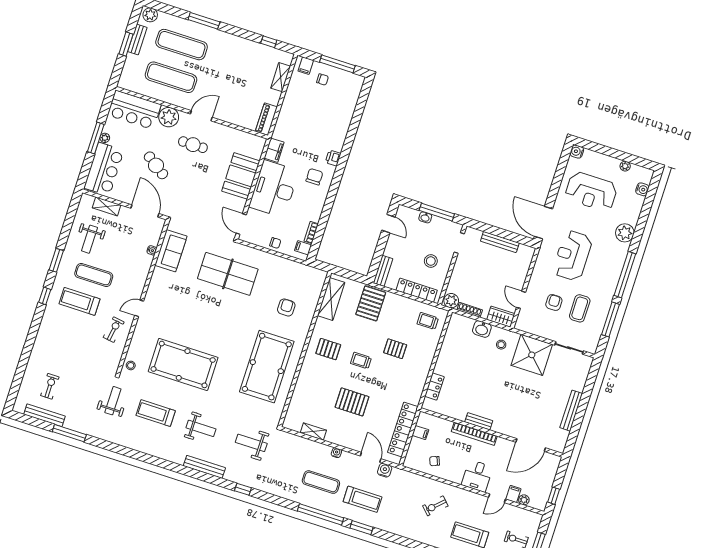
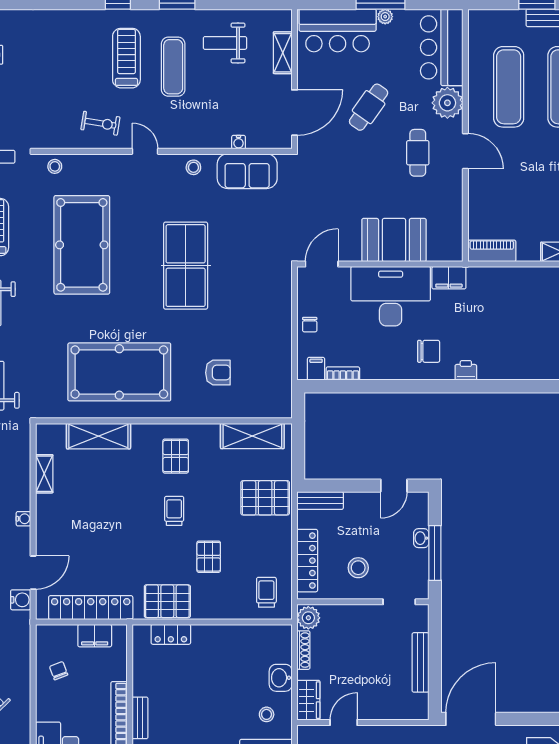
table tennis table: (228, 274) -> (186, 266), moved
stool: (158, 282) -> (193, 167), added
shelving: (301, 392) -> (98, 436), added
pallet: (352, 402) -> (167, 601), moved, turned 90
filing cabinet: (420, 433) -> (95, 636), width x2.00

